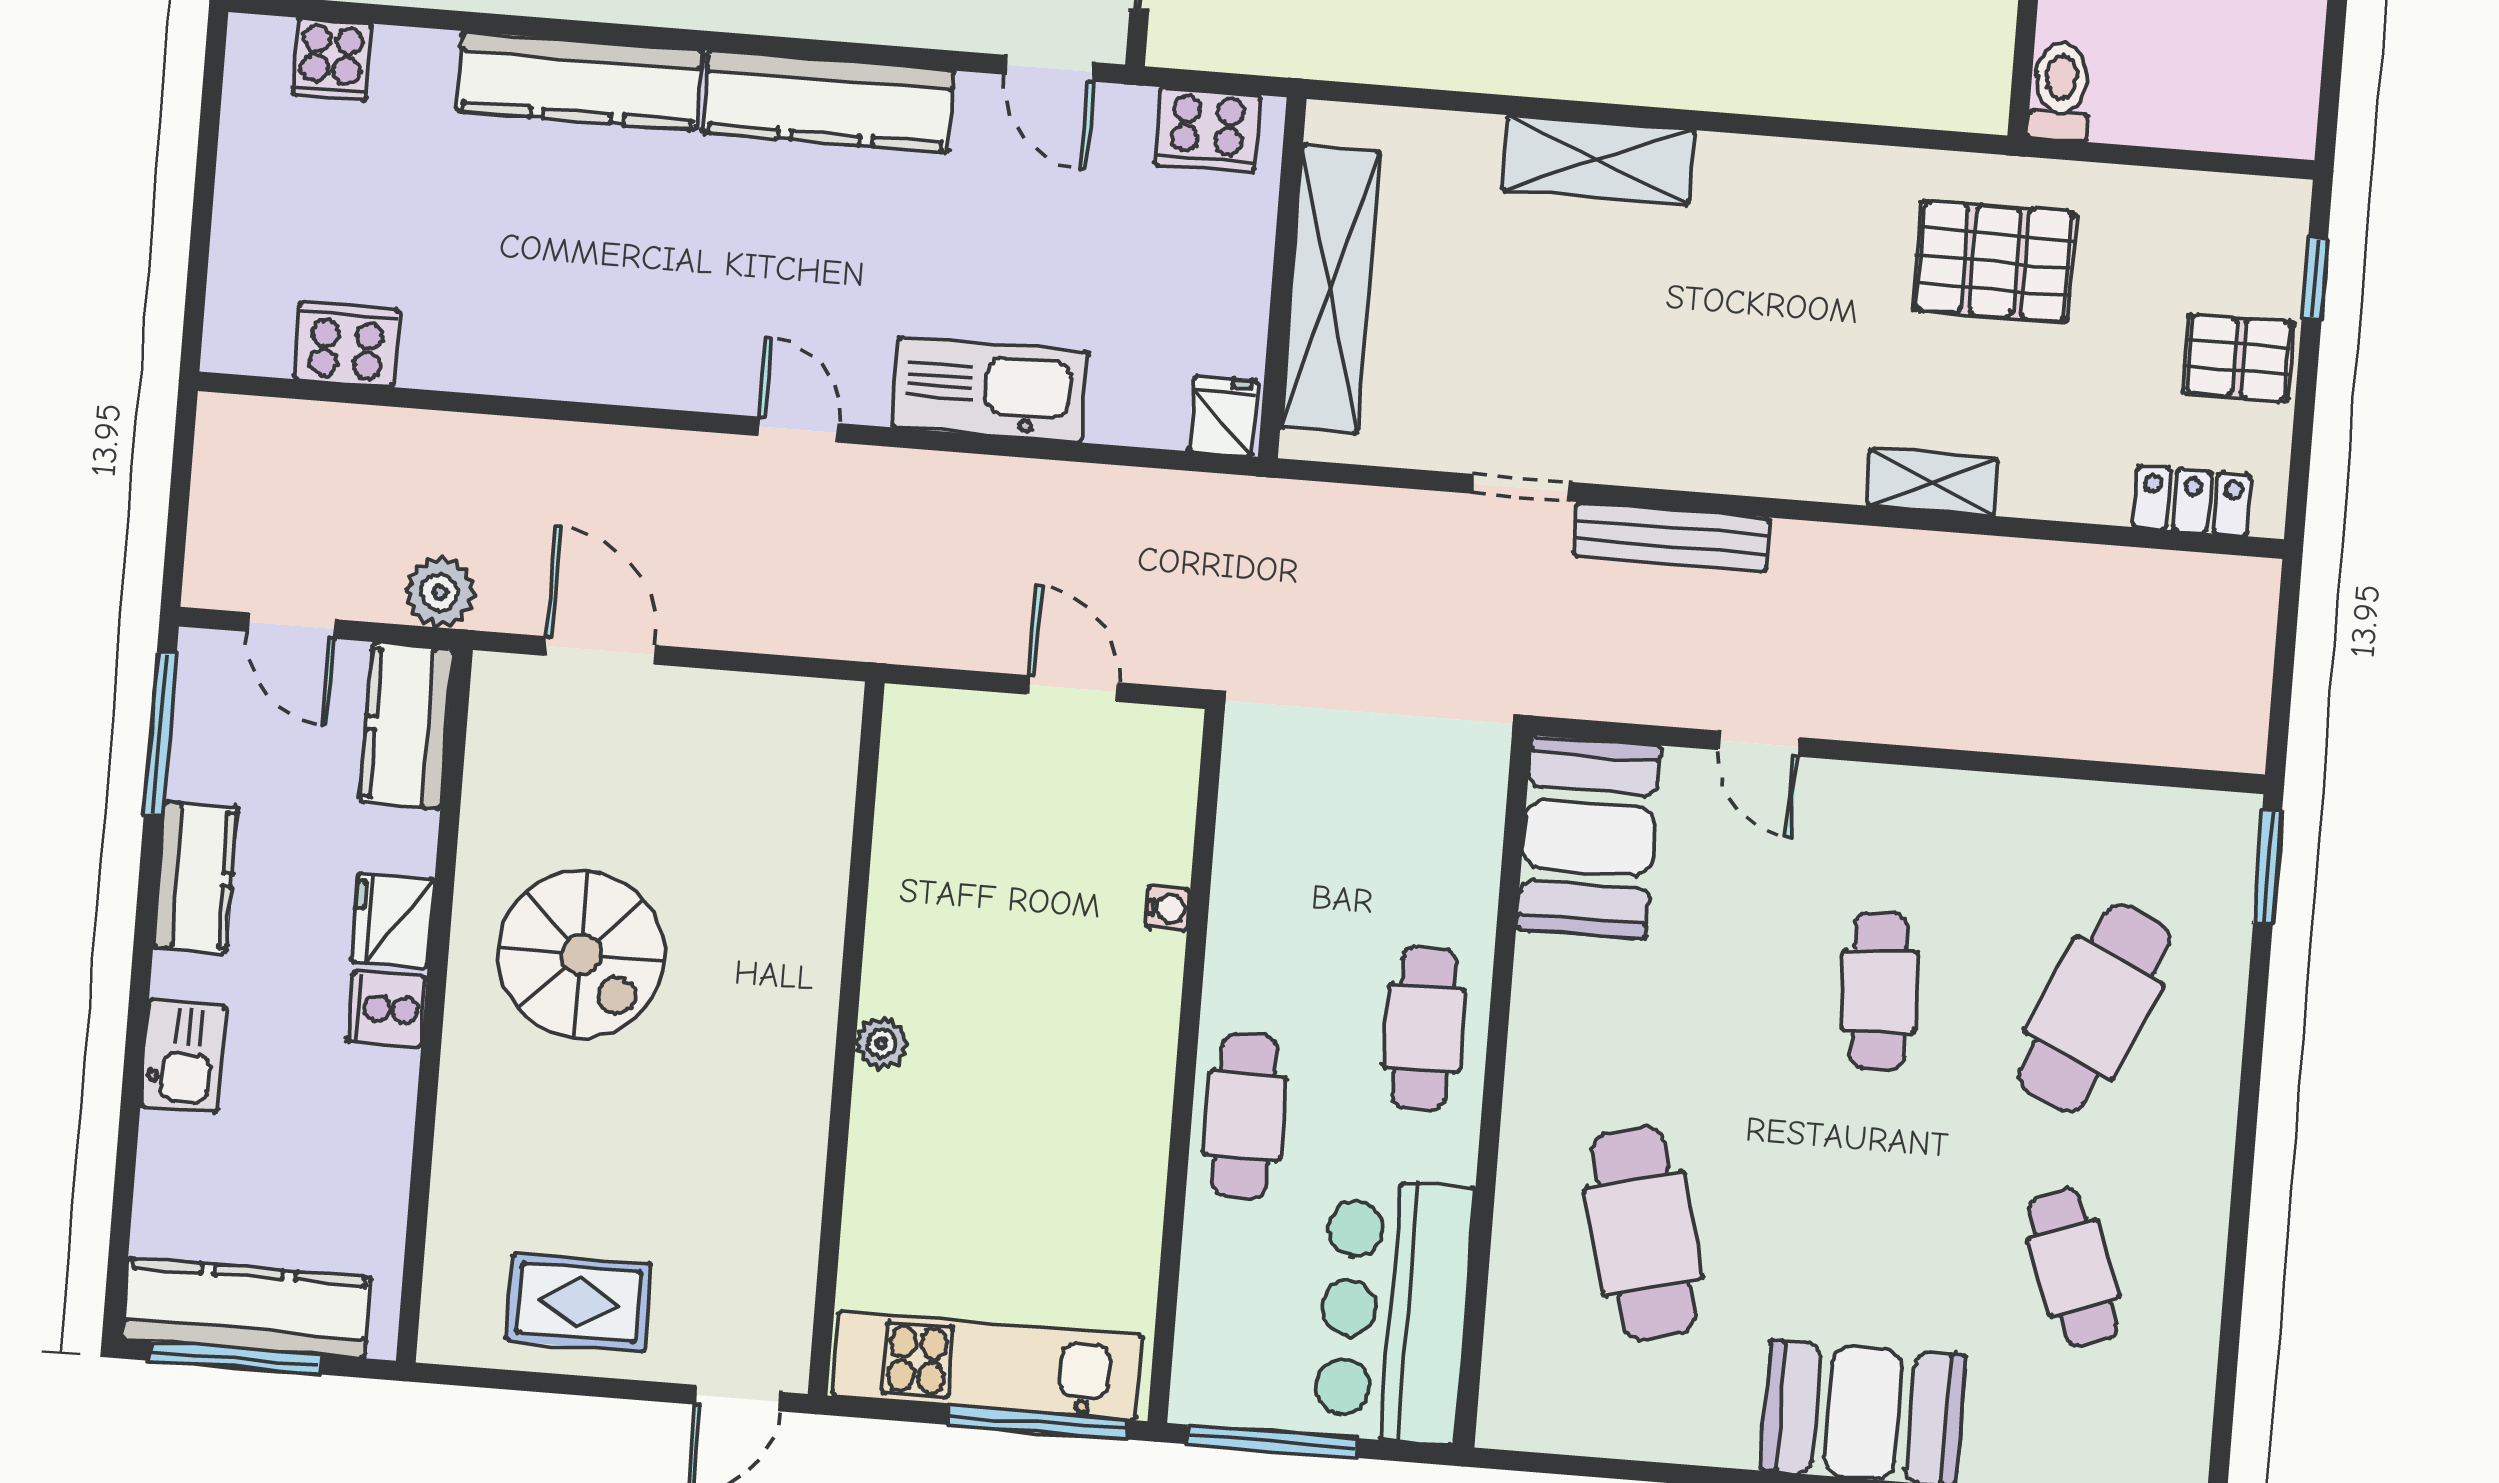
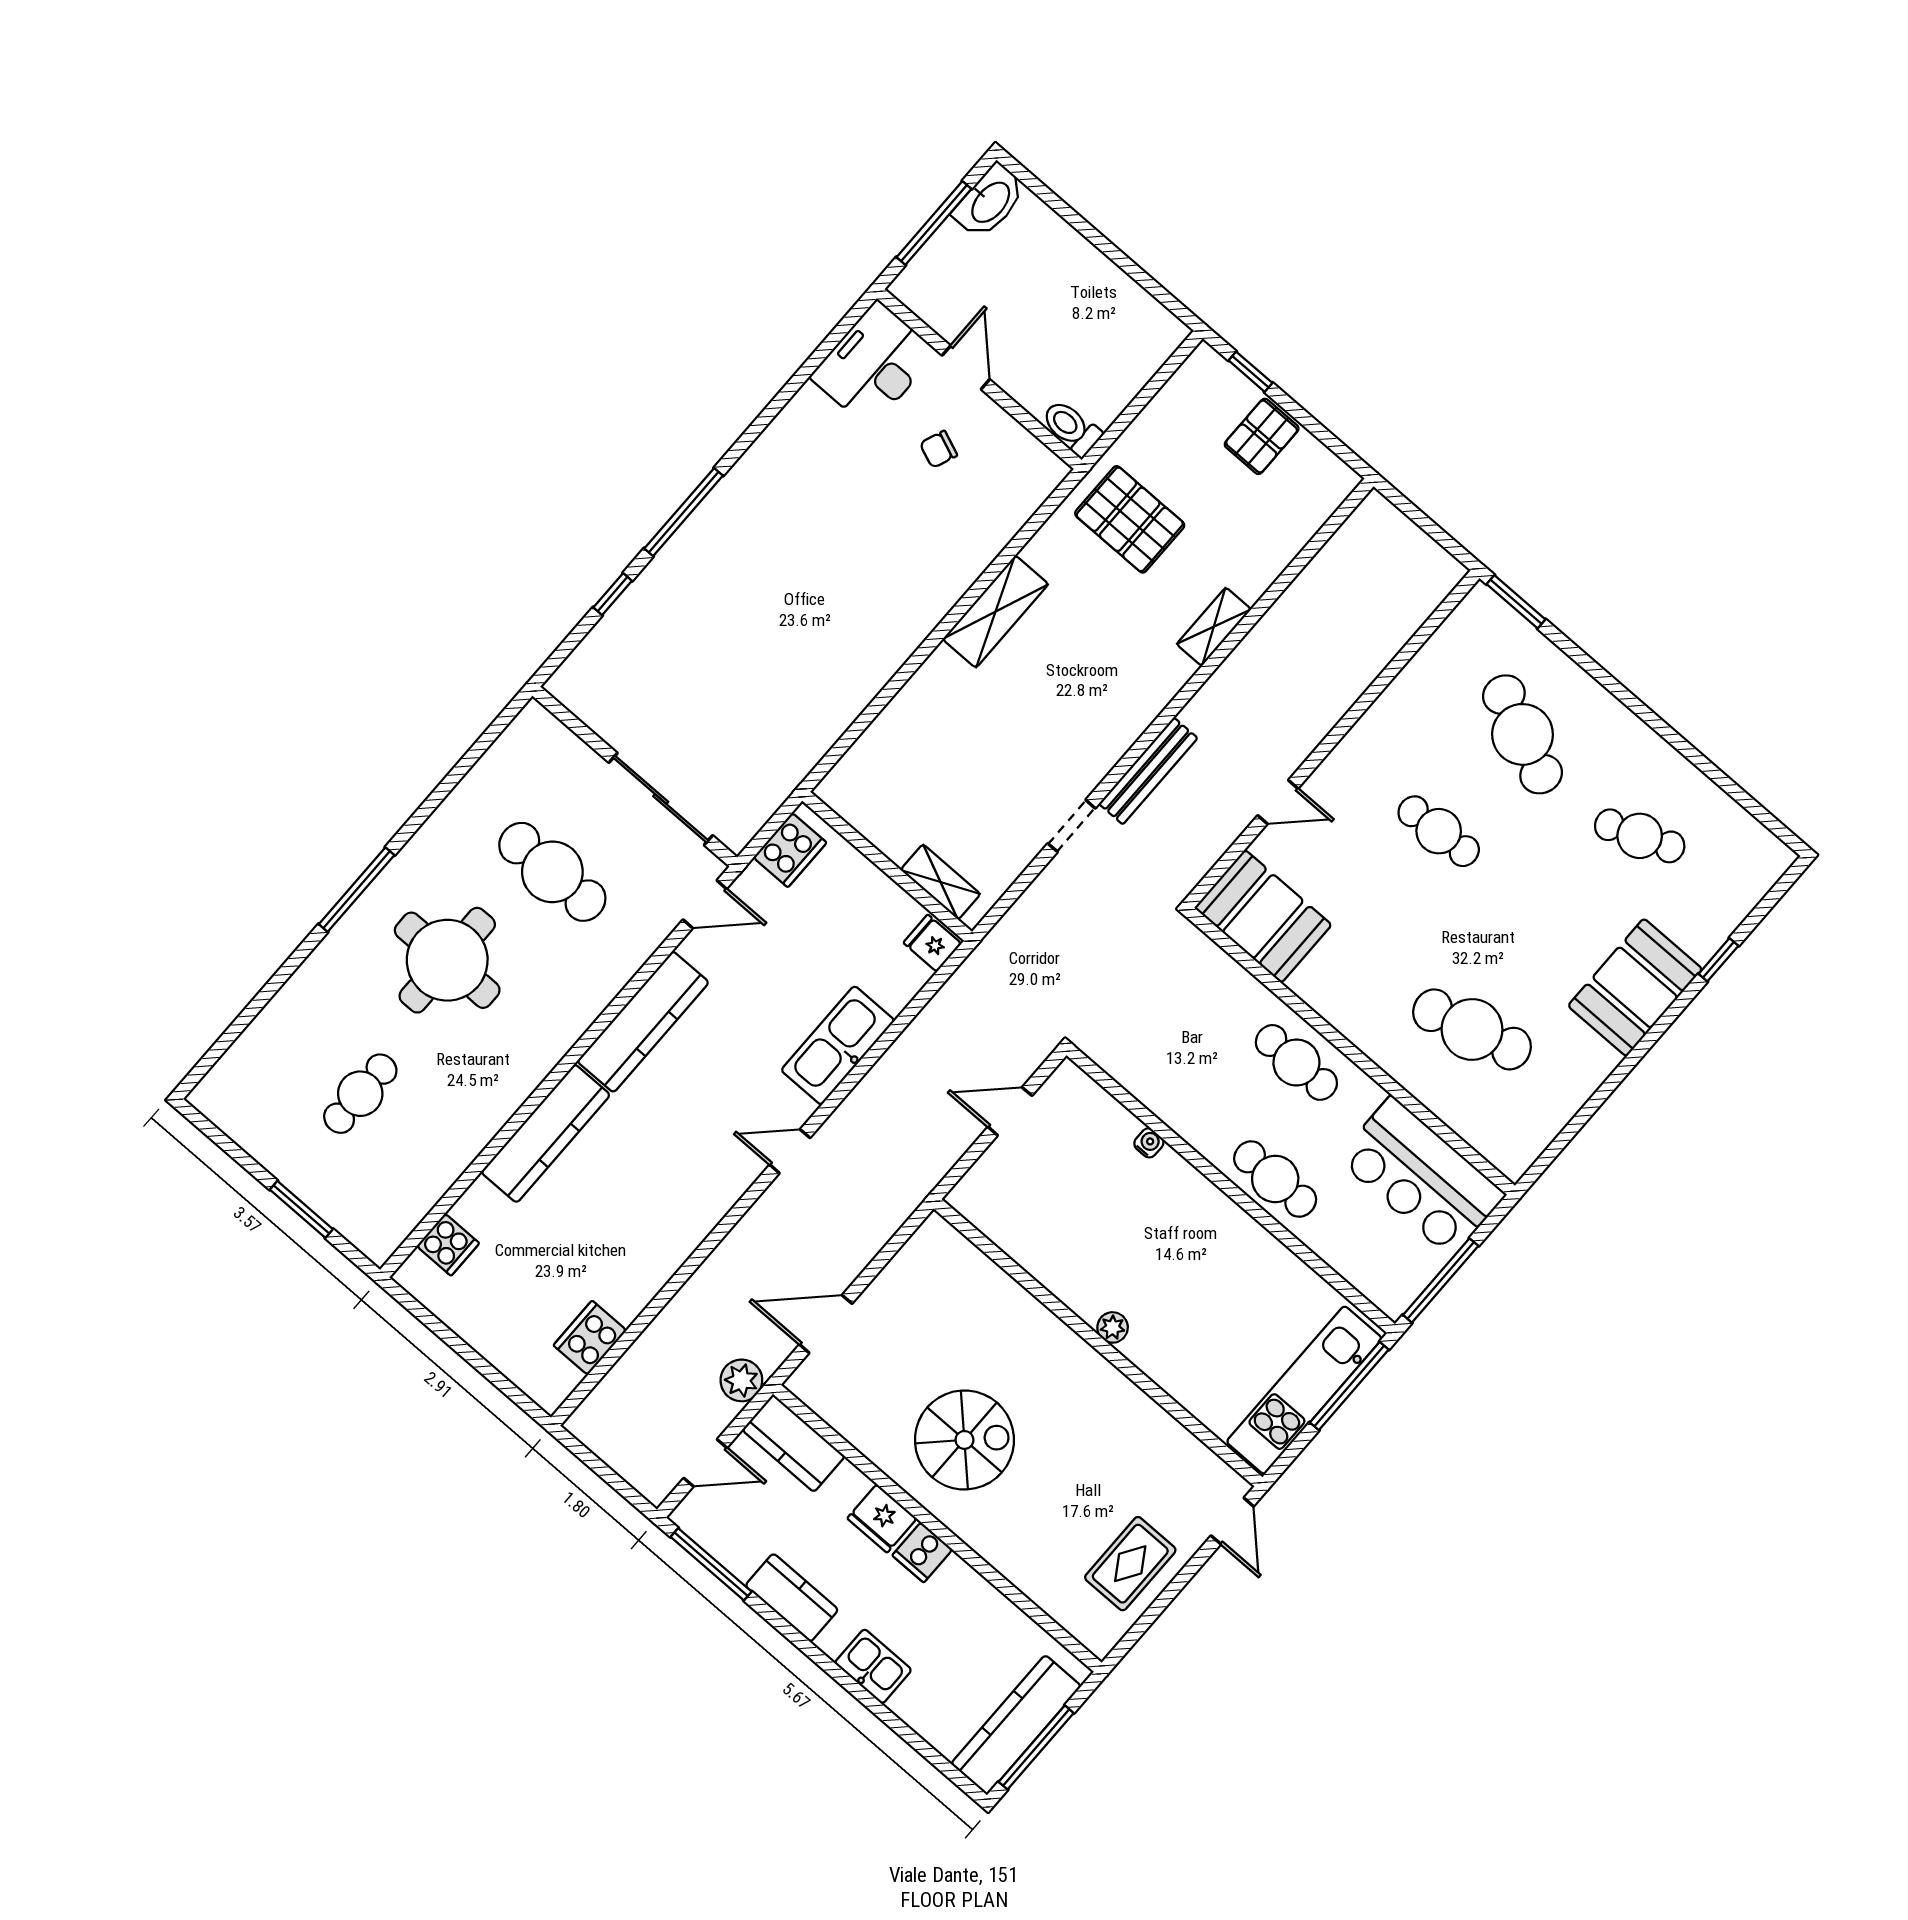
shelving: (1598, 160) -> (995, 612), moved
pallet: (1994, 261) -> (1130, 519), turned 90
shelving: (1330, 289) -> (941, 882), width x0.45, depth x0.75
locker: (2192, 501) -> (1314, 509), removed

